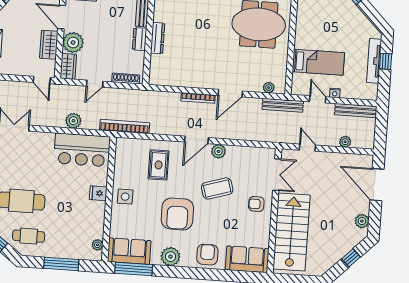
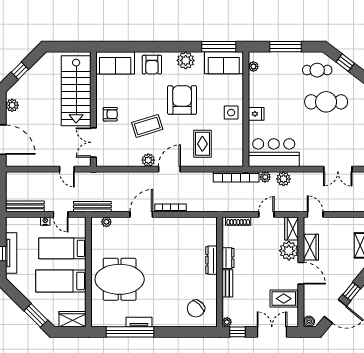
bed: (323, 27) -> (61, 281), added
plant: (345, 142) -> (265, 177), moved

